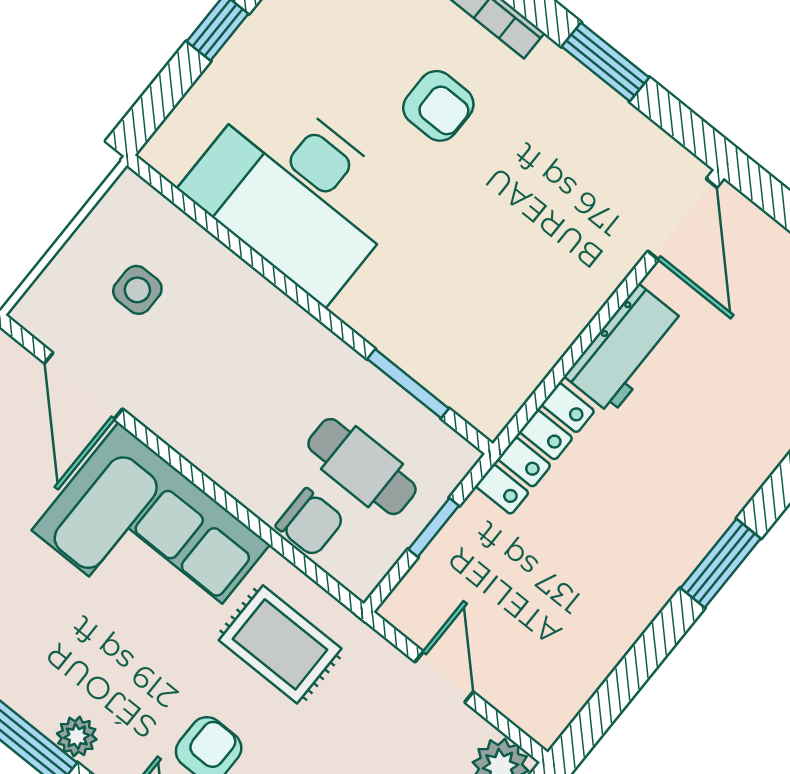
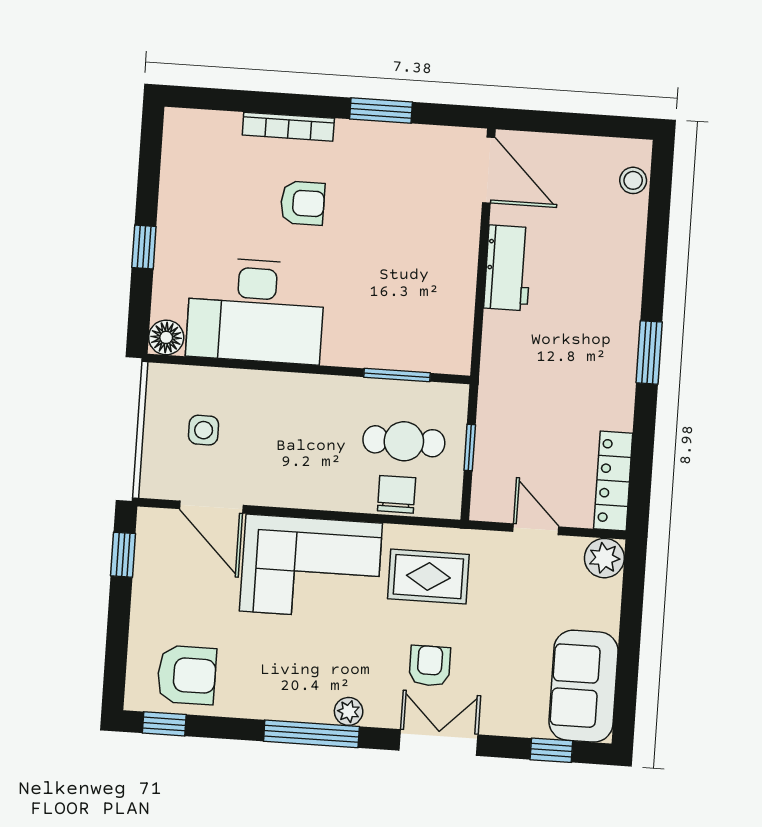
floor lamp: (169, 151) -> (166, 337), added
locker: (535, 448) -> (613, 481), moved, turned 180
chair: (310, 522) -> (397, 494), turned -90

